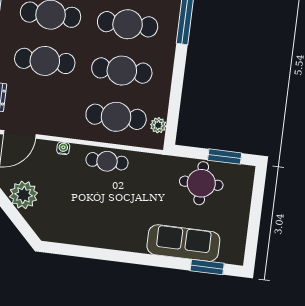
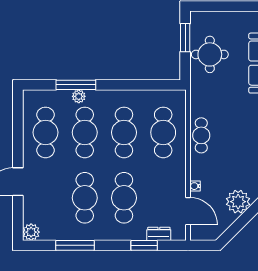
plant: (158, 125) -> (79, 96), moved
water cooler: (63, 148) -> (195, 186), moved

